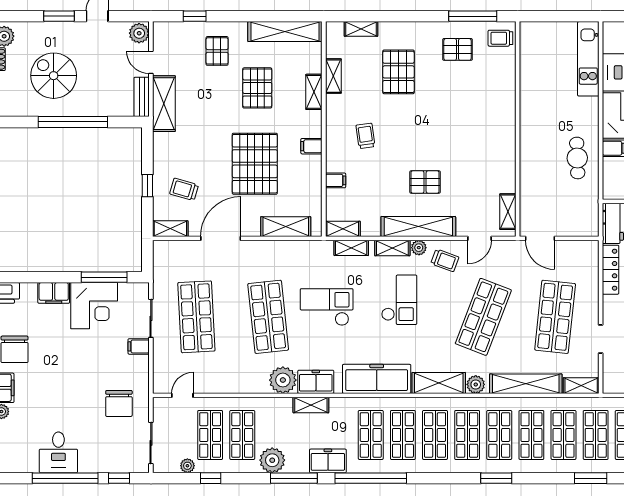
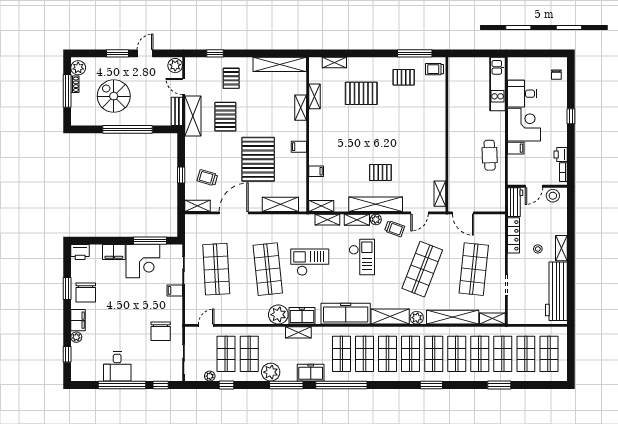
pallet: (398, 72) -> (361, 93), turned 90
pallet: (257, 88) -> (225, 117), moved
trolley: (365, 136) -> (338, 139), removed

